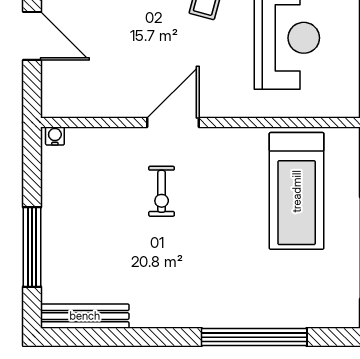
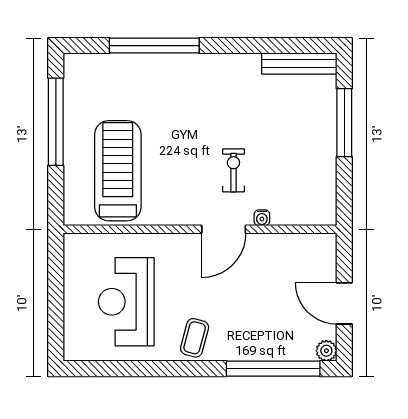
water cooler: (55, 136) -> (262, 218), moved

